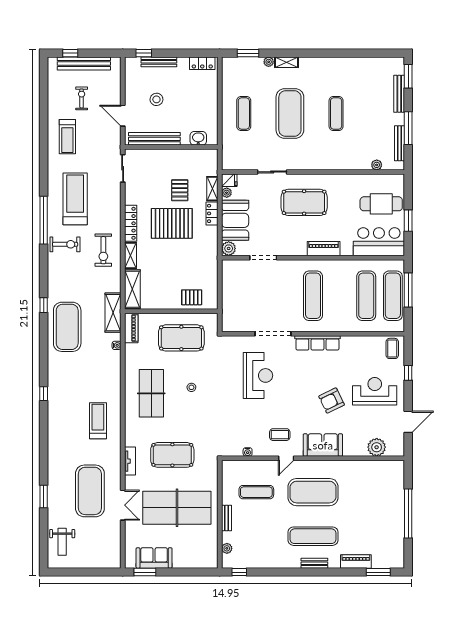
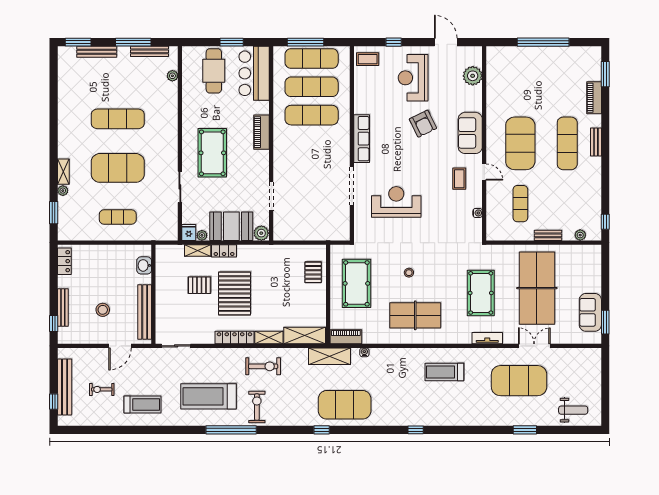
exercise mat: (336, 113) -> (118, 119), width x1.36, depth x1.45
exercise mat: (313, 296) -> (312, 115), moved

